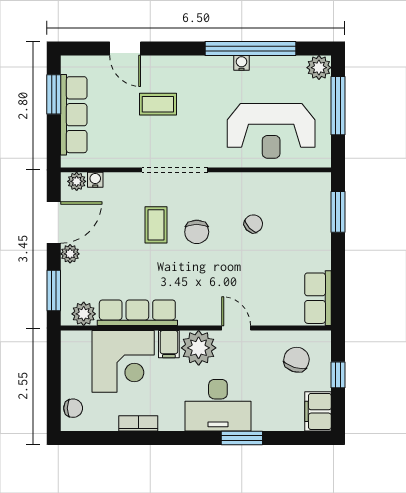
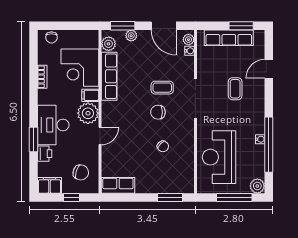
plant: (70, 254) -> (131, 36), moved
printer: (265, 420) -> (45, 154), added

